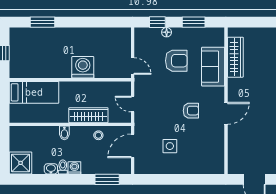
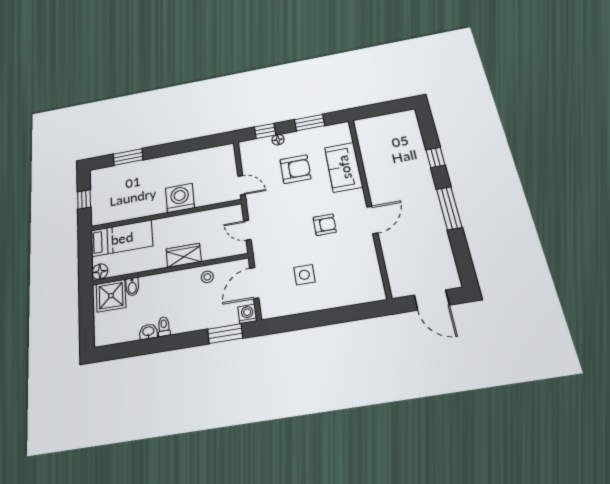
wardrobe: (235, 57) -> (370, 151), removed
wardrobe: (88, 115) -> (184, 255), width x0.67
floor lamp: (16, 117) -> (100, 272), added
bidet: (64, 133) -> (132, 287), moved
shower: (21, 163) -> (111, 296), moved
washing machine: (74, 168) -> (247, 314), moved

